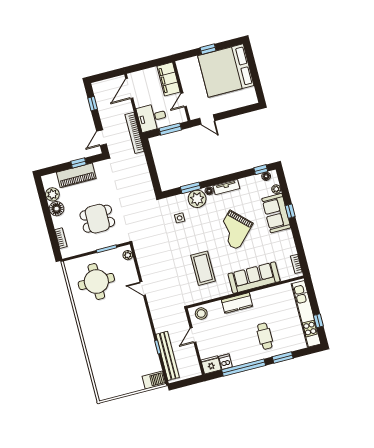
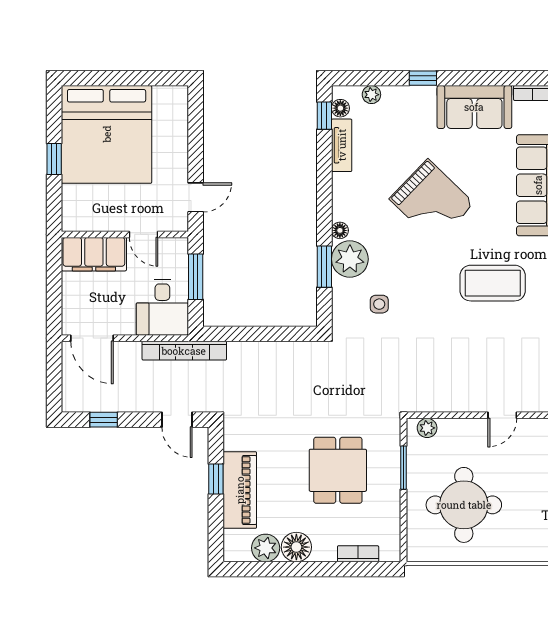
tv unit: (226, 187) -> (342, 145), moved
sofa: (276, 213) -> (474, 107), moved

